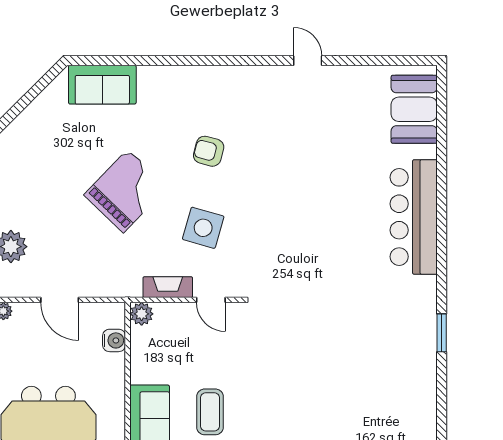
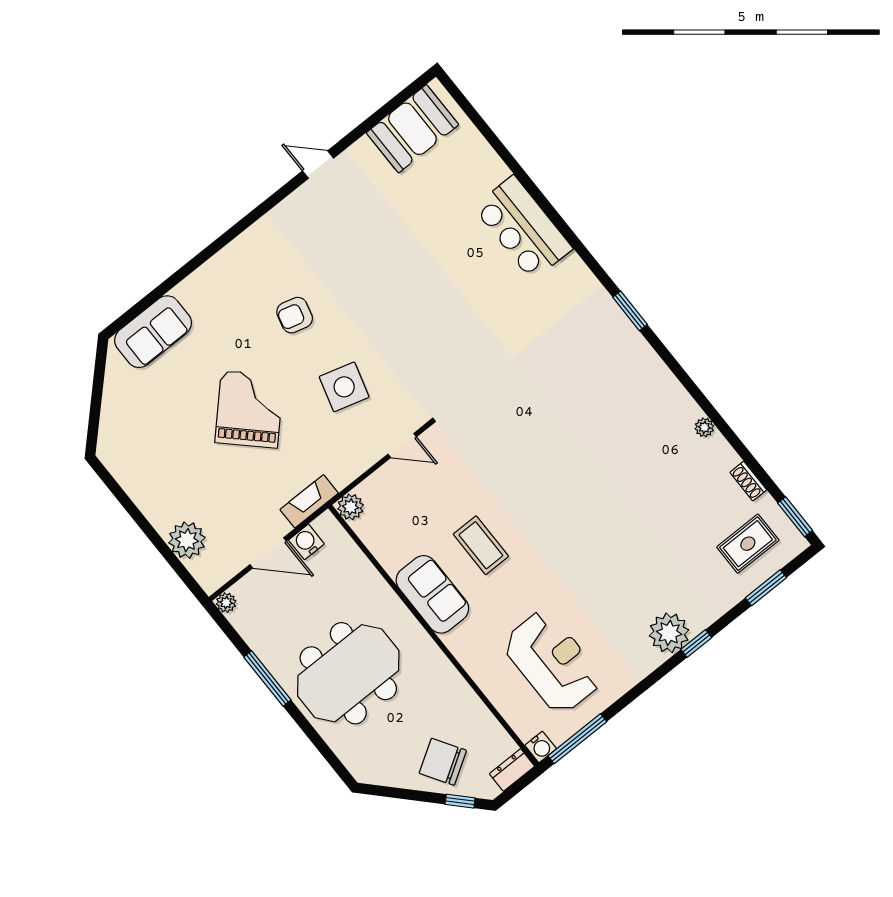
booth: (414, 109) -> (412, 129), moved, turned 90
bar counter: (414, 217) -> (523, 228), width x0.73
fireplace: (168, 287) -> (309, 501), moved
water cooler: (114, 340) -> (306, 542), moved, turned -90

